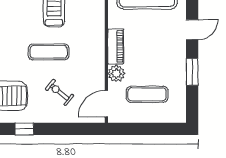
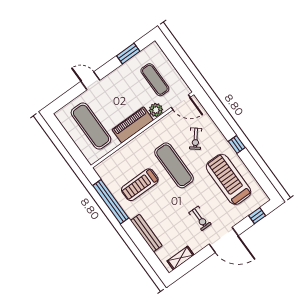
piano: (116, 46) -> (133, 125), width x1.37, depth x1.33
exercise mat: (49, 52) -> (174, 165), width x1.36, depth x1.45
window: (192, 72) -> (128, 53), moved

